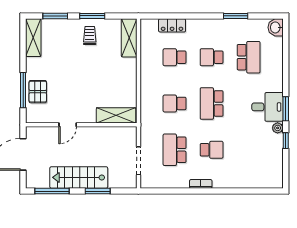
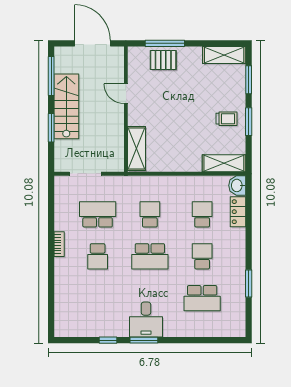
washbasin: (276, 27) -> (237, 185), moved, turned -90
school desk: (212, 103) -> (150, 256), turned 180
plant: (278, 128) -> (122, 331), removed

